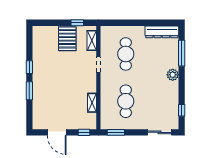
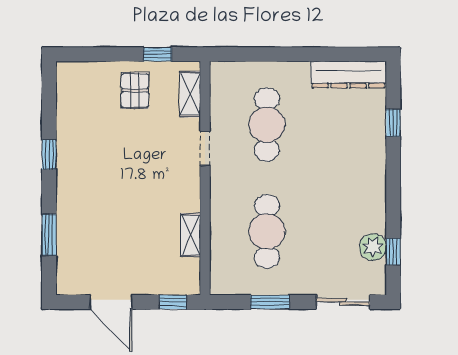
pallet: (67, 39) -> (135, 90), width x0.67, depth x0.71
window: (182, 53) -> (393, 123), width x0.46
plant: (173, 75) -> (373, 247), moved
window: (29, 91) -> (49, 235), moved
window: (116, 132) -> (270, 302), moved

